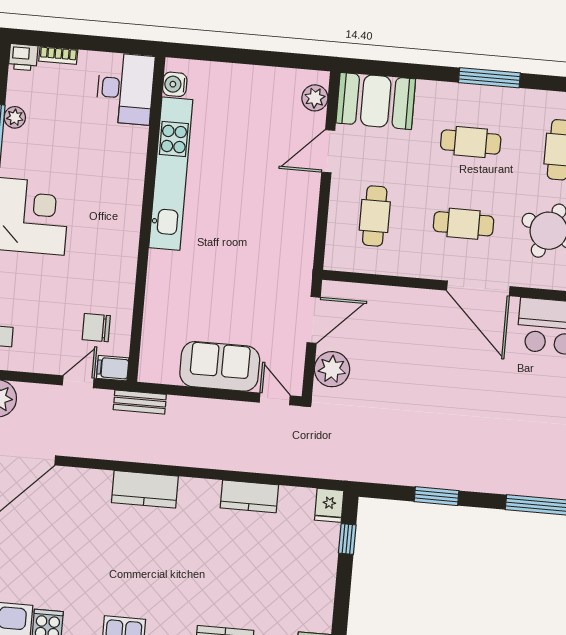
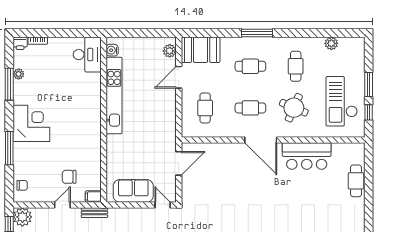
water cooler: (175, 84) -> (112, 50), moved
desk: (125, 89) -> (87, 55), moved
kitchen unit: (171, 174) -> (114, 96), moved
wall: (146, 219) -> (104, 120), moved
filing cabinet: (113, 368) -> (93, 197), moved
plant: (332, 369) -> (190, 187), removed

